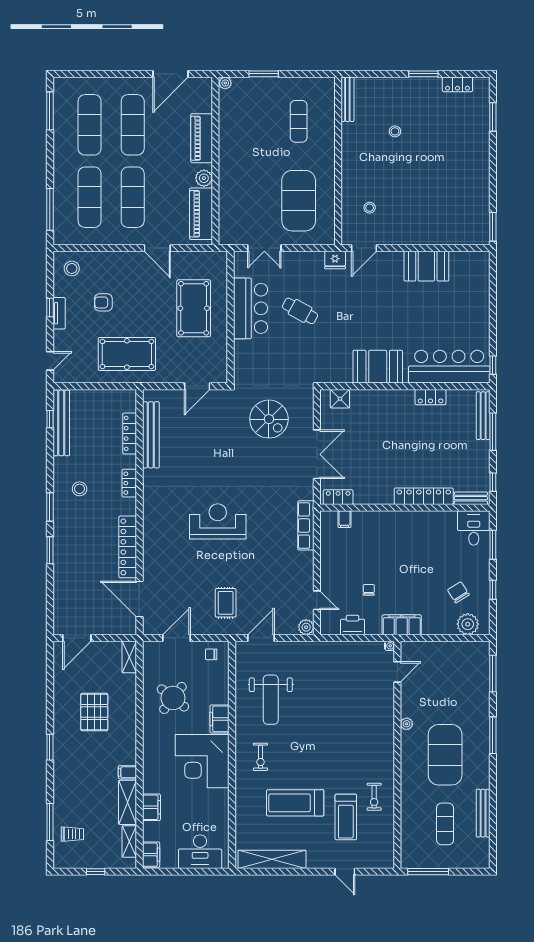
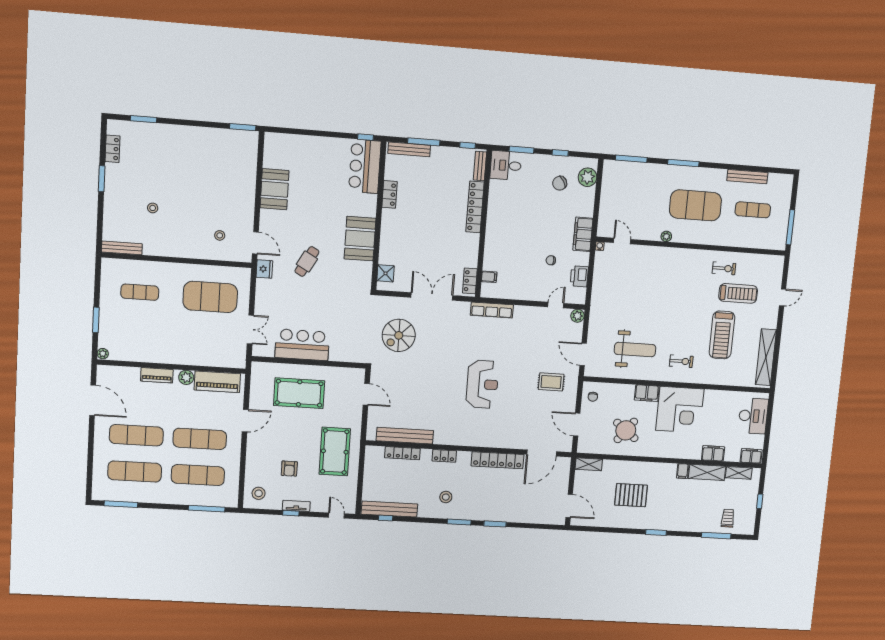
piano: (202, 138) -> (157, 375), width x0.73, depth x0.75
cafe table: (300, 311) -> (307, 261), moved
bar counter: (449, 367) -> (365, 166), width x0.73
spiral stairs: (269, 419) -> (399, 335), turned 180
reception desk: (218, 521) -> (482, 384), turned 180

